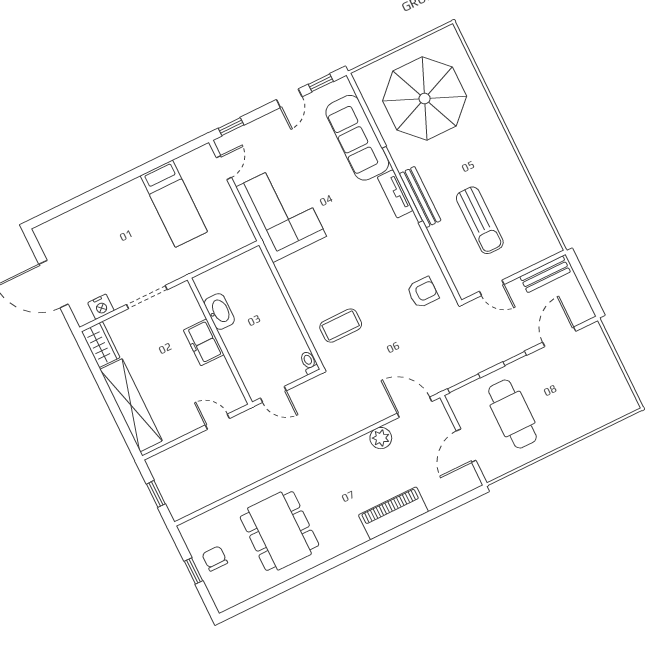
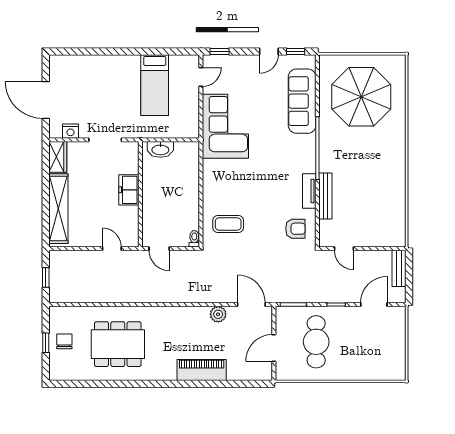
tv unit: (395, 194) -> (309, 191), moved
bench: (420, 197) -> (325, 196), moved
sun lounger: (480, 220) -> (358, 198), removed
bench: (545, 274) -> (399, 268), moved, turned 90
washbasin: (219, 311) -> (160, 149), moved, turned 90
dining table: (279, 531) -> (118, 344), turned 90

